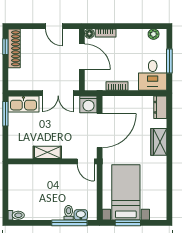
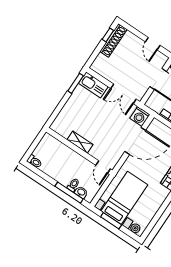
shelving: (47, 152) -> (80, 142), moved
wall: (52, 161) -> (79, 151), moved
door: (86, 161) -> (103, 167), moved
plant: (156, 215) -> (135, 228), added

